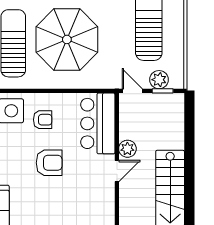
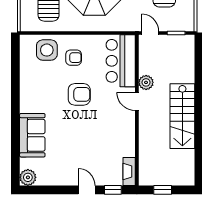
plant: (159, 80) -> (173, 23), removed
door: (117, 171) -> (137, 101), swing flipped

